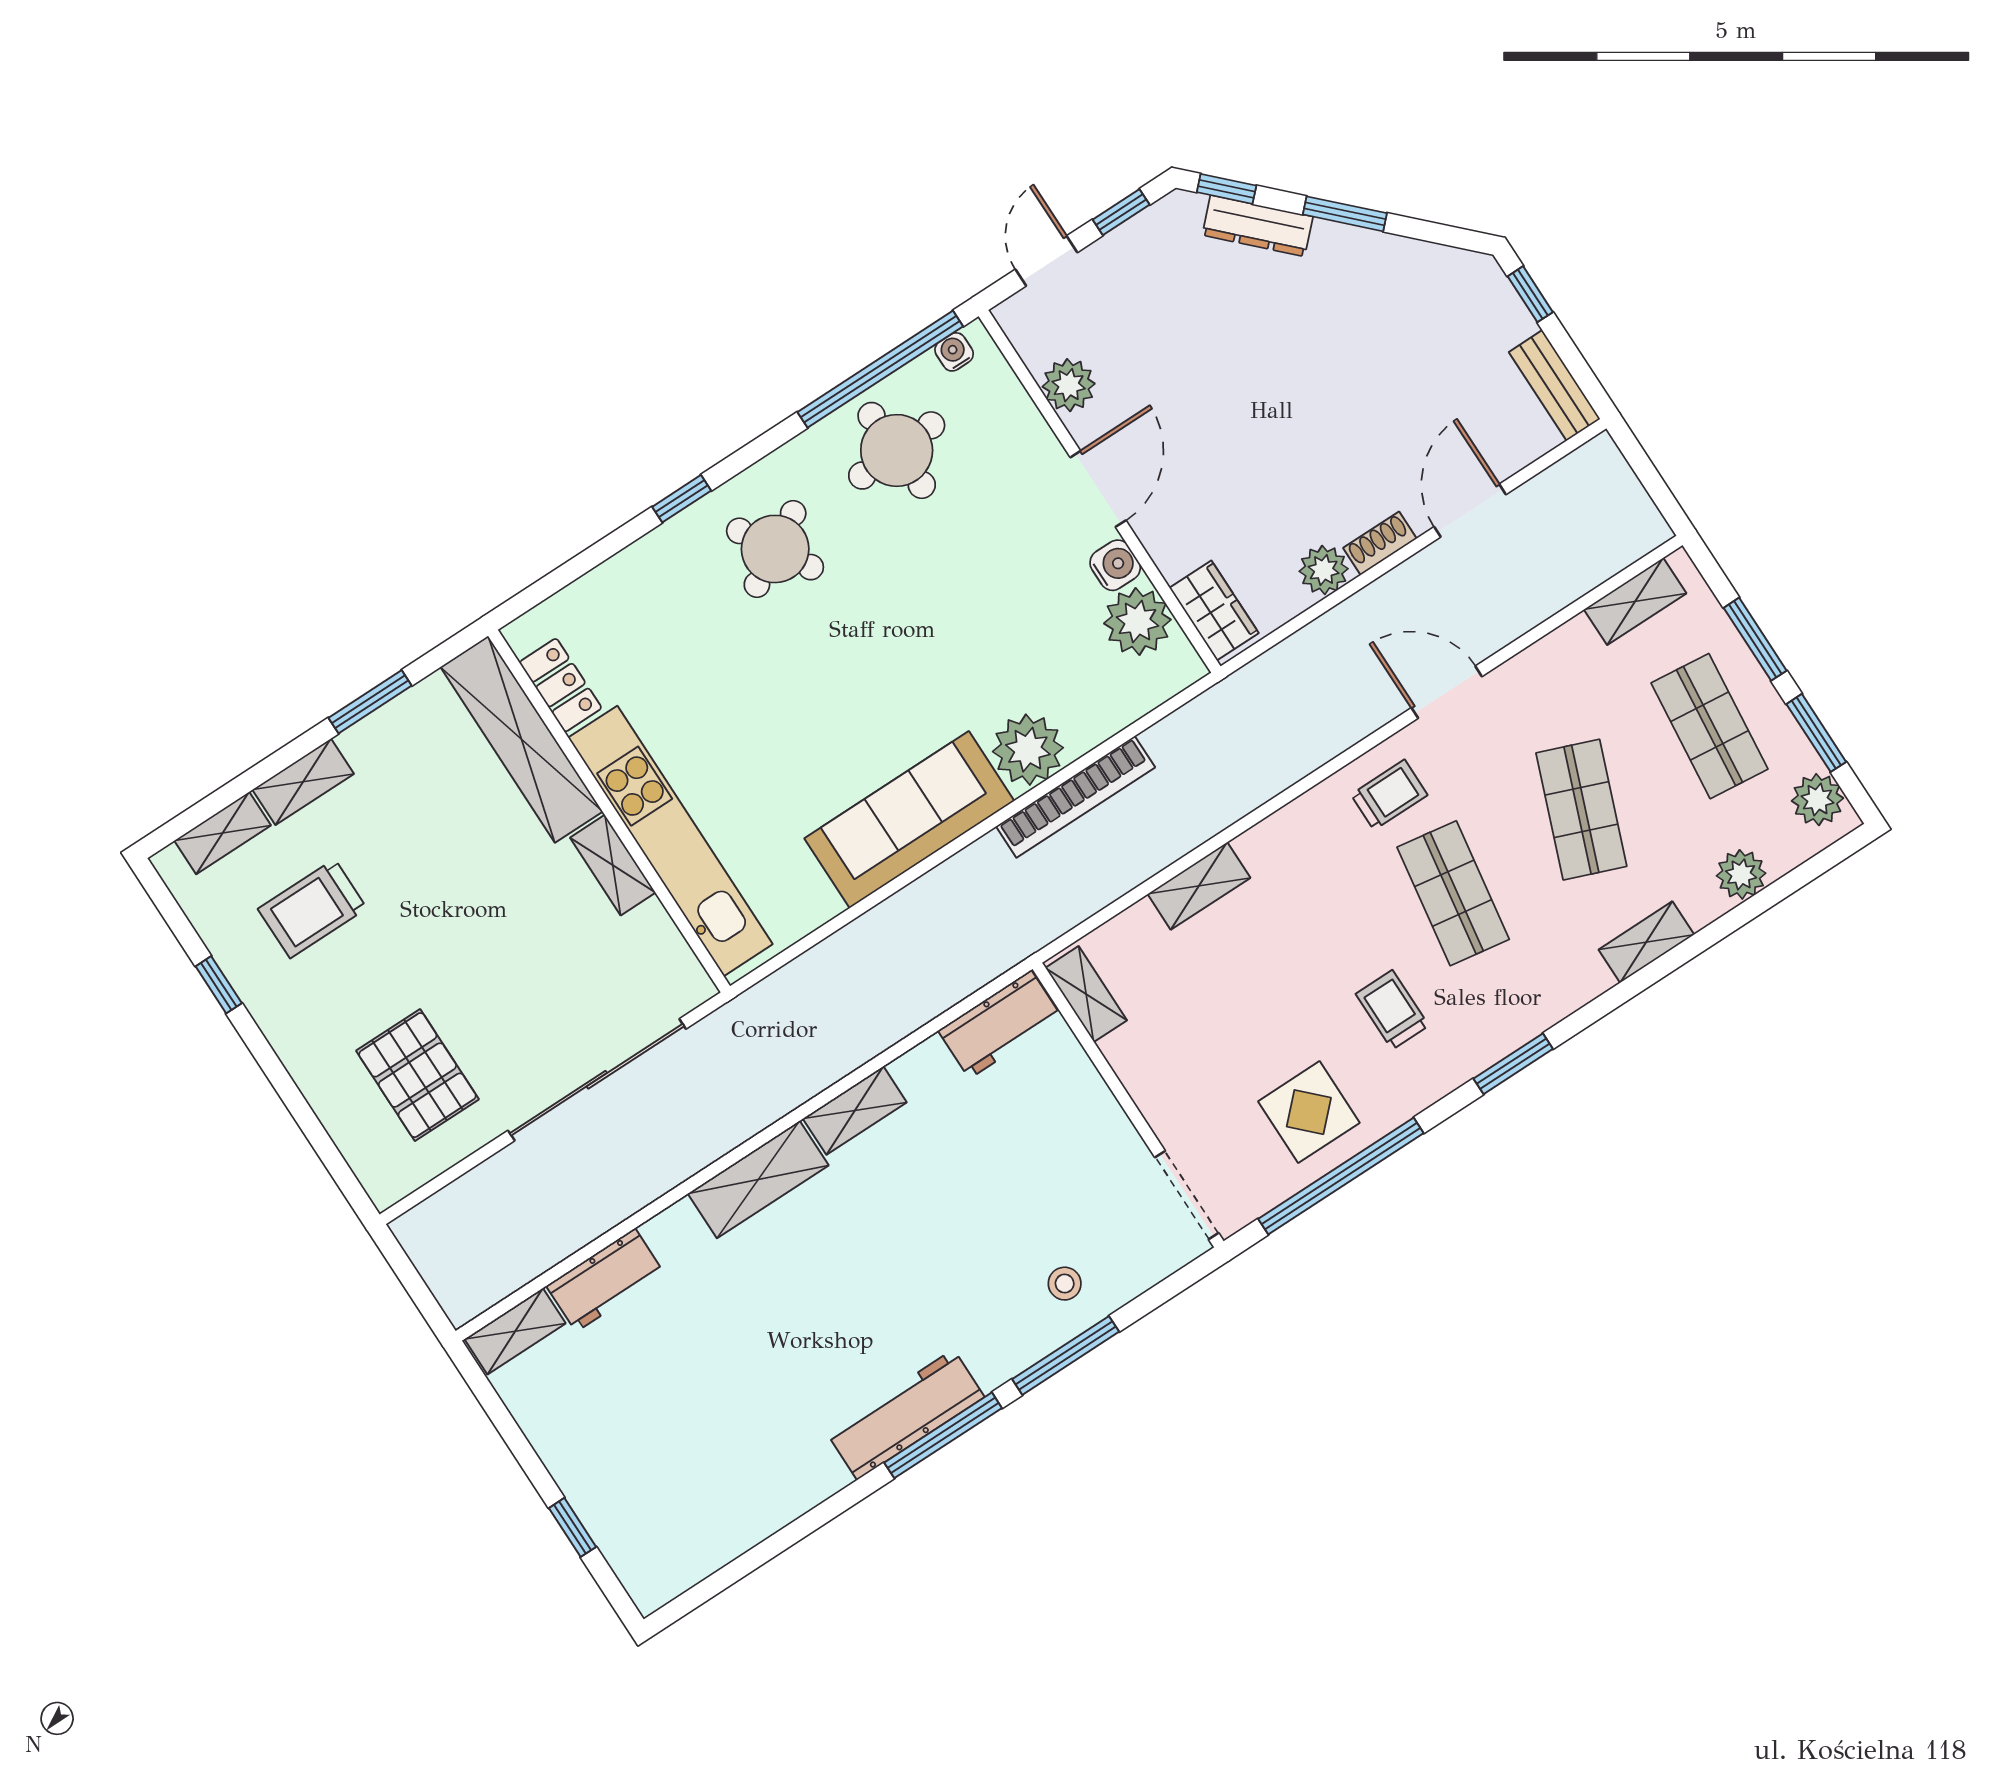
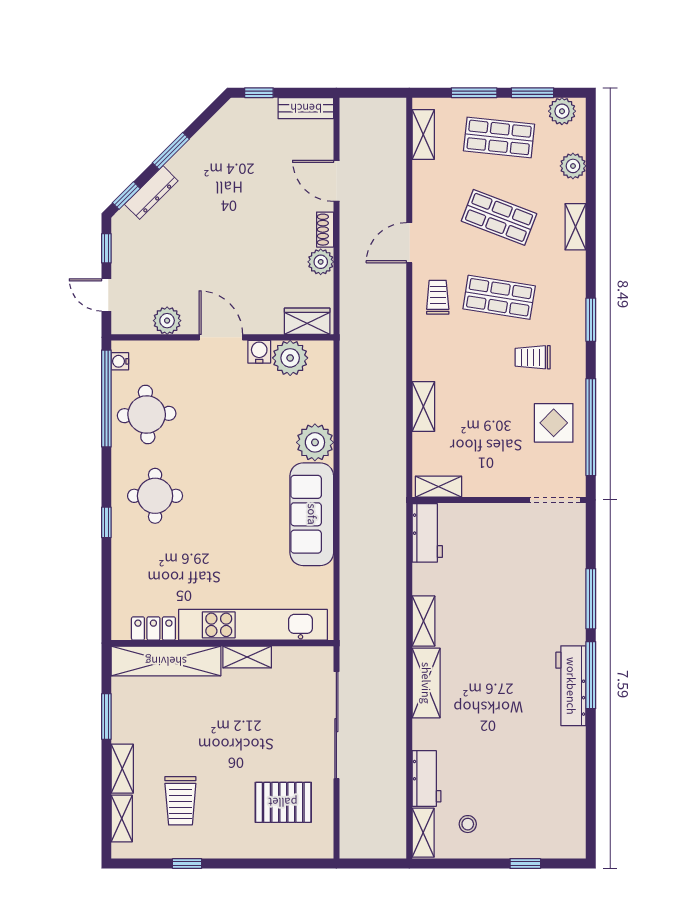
round table: (775, 549) -> (155, 496), turned 30
bookcase: (1076, 797) -> (349, 435), removed
stool: (1065, 1284) -> (468, 824), moved

